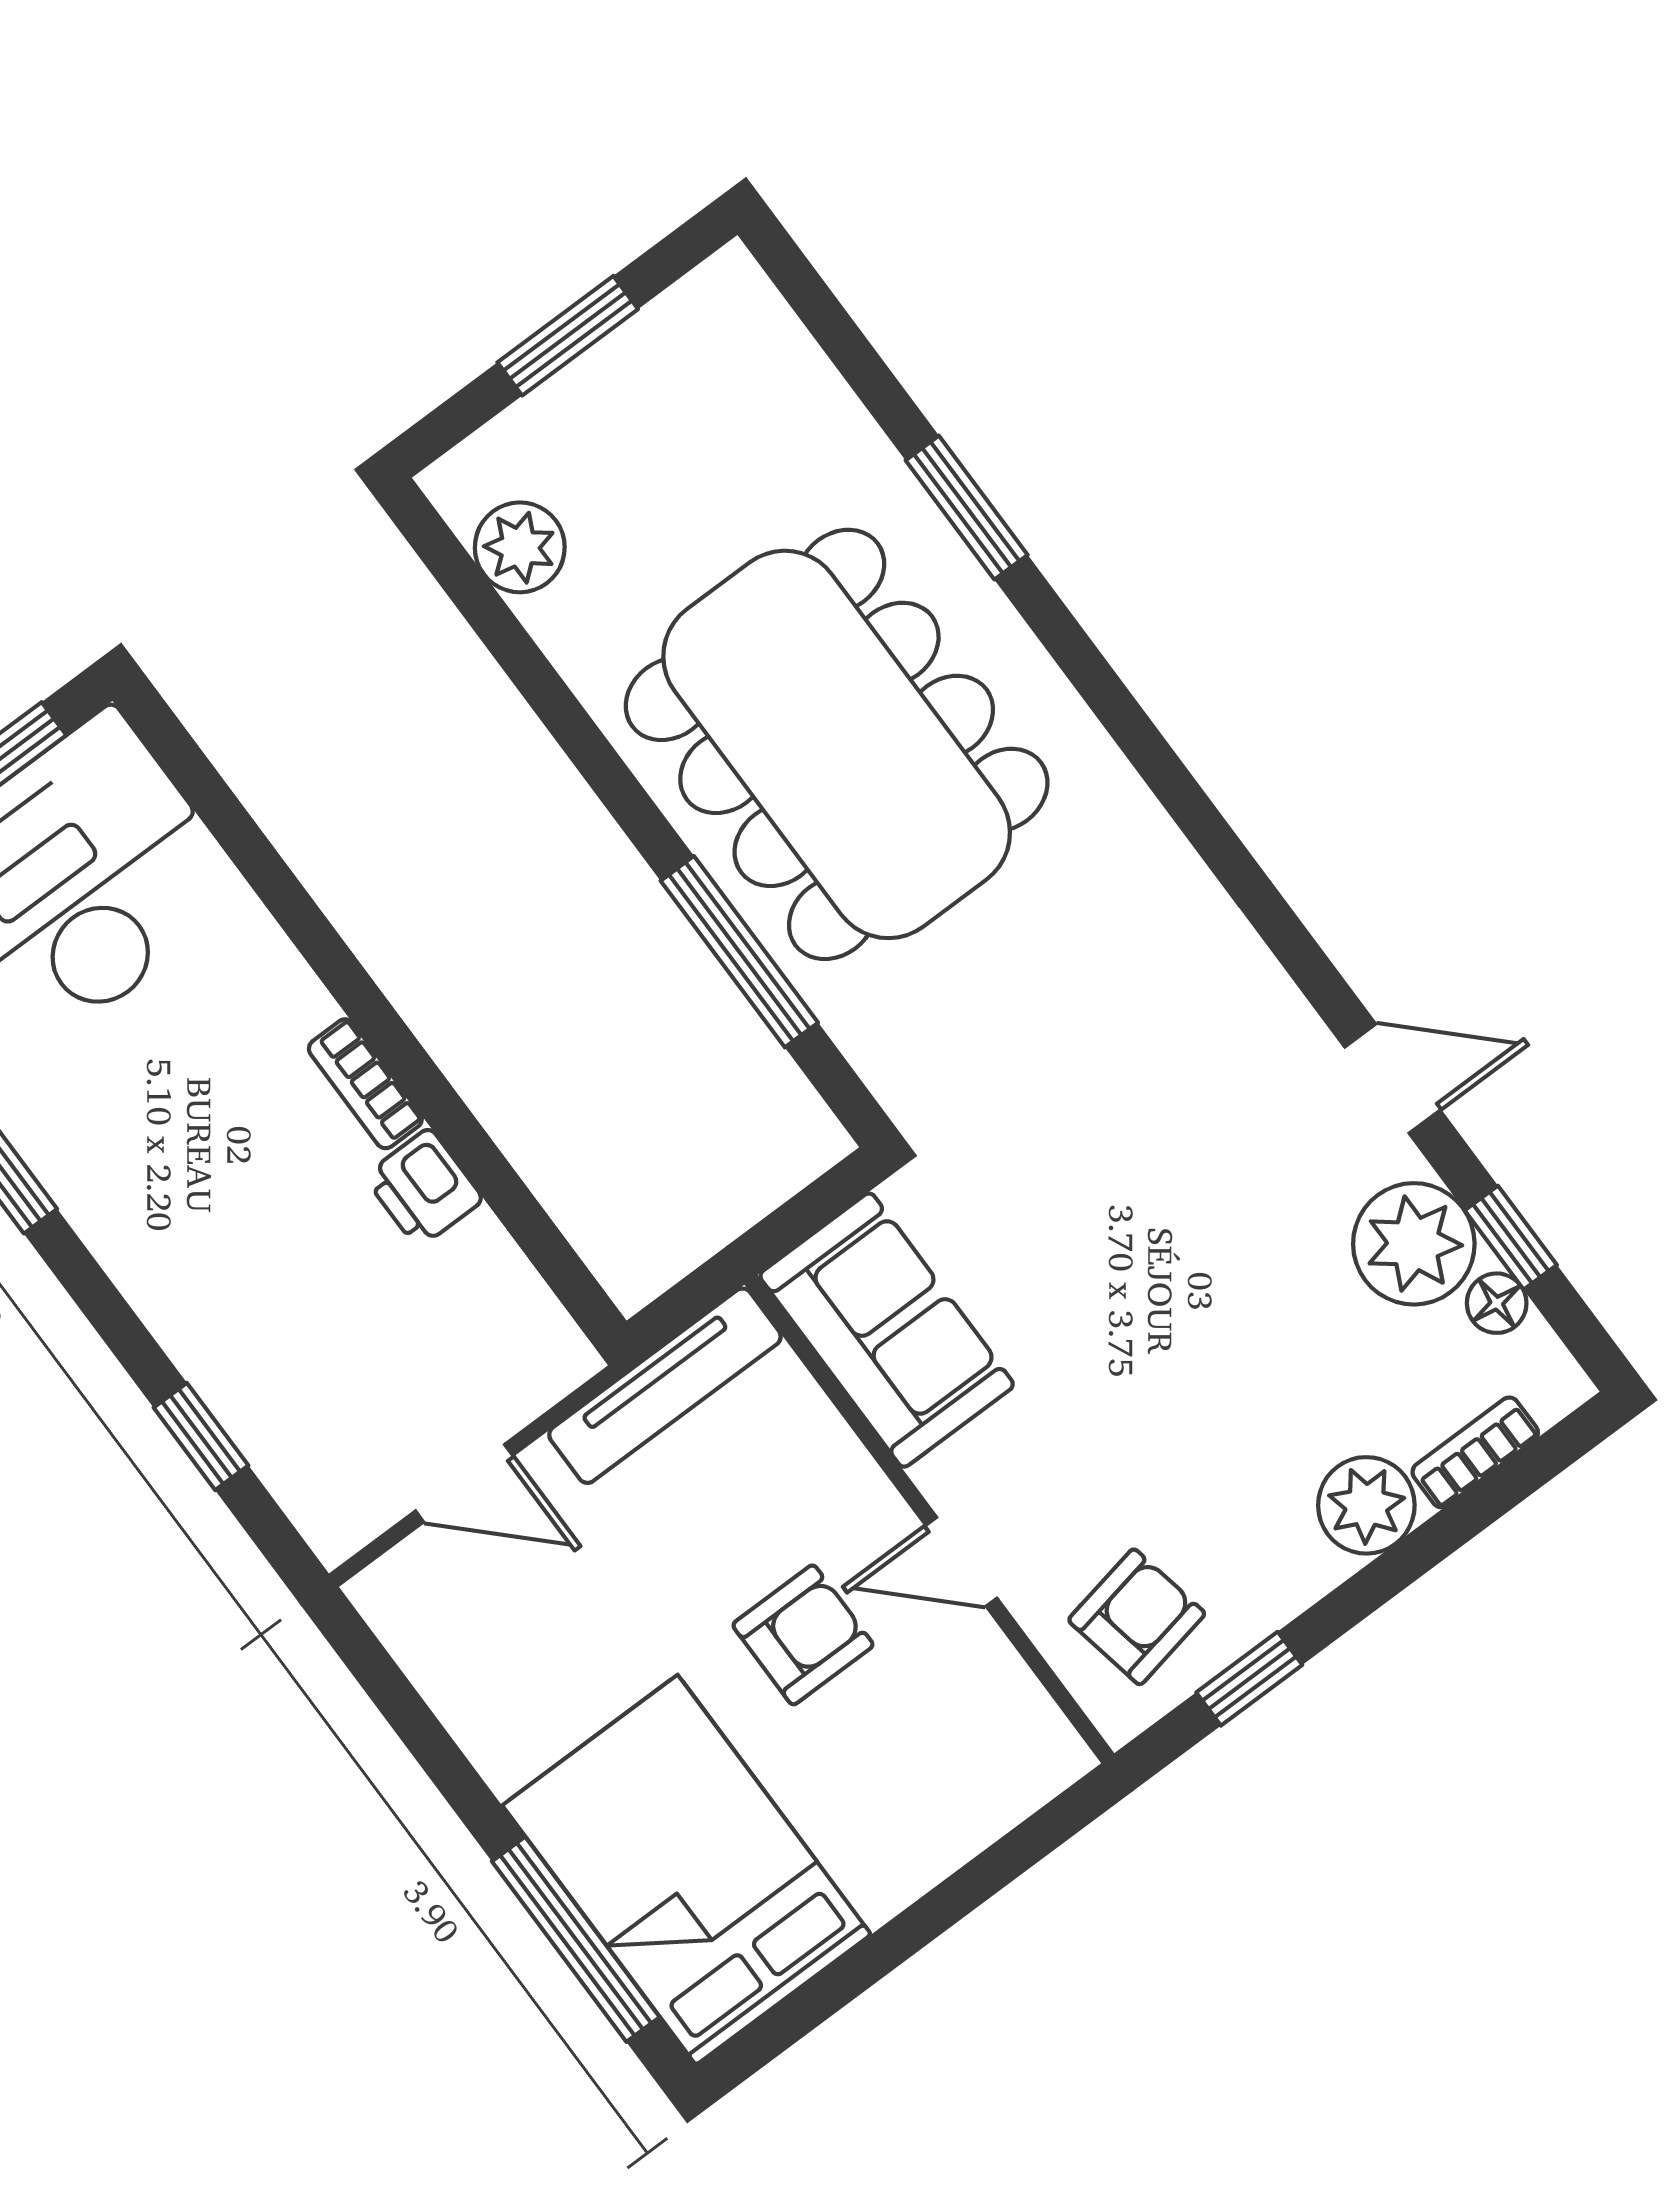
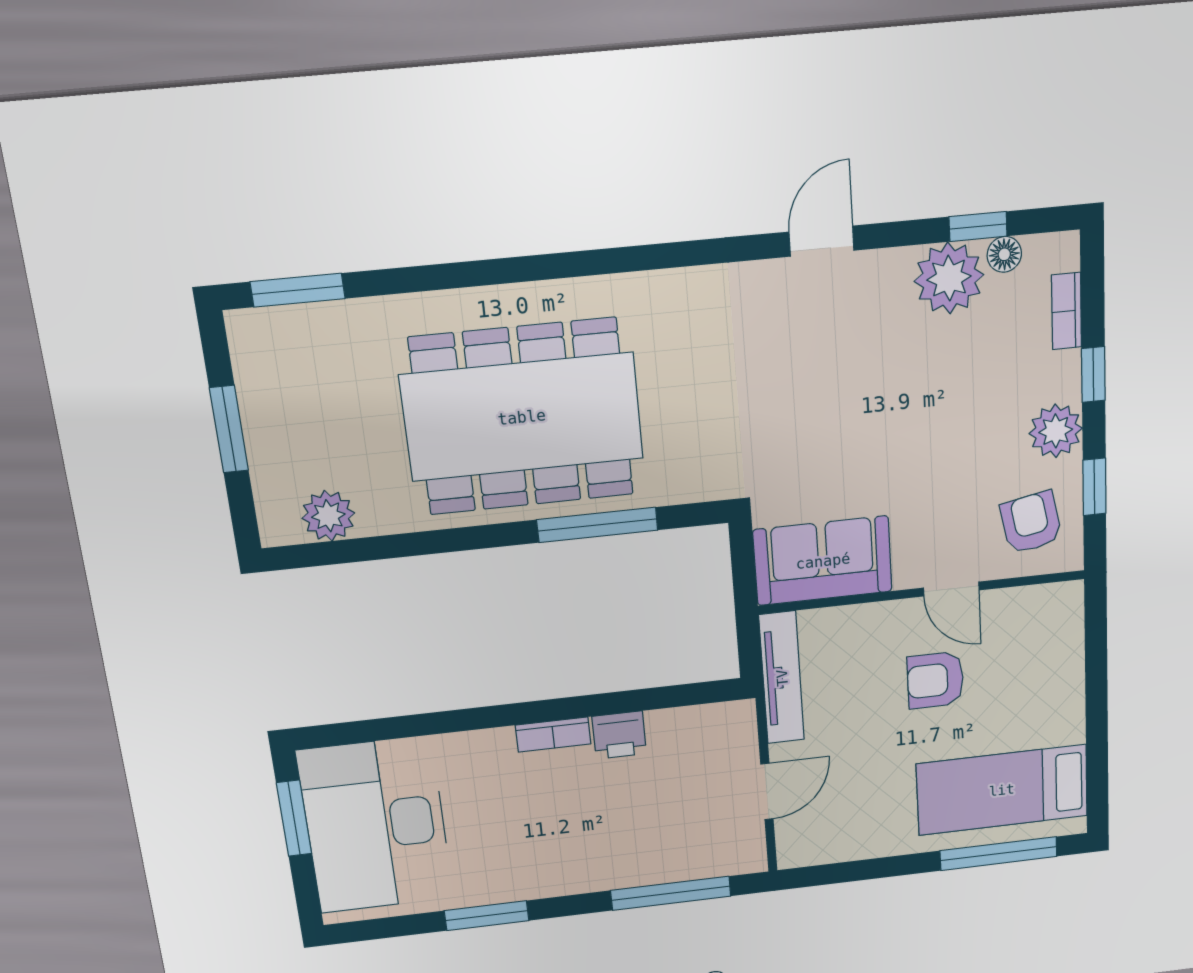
window: (967, 508) -> (298, 290), moved
door: (1392, 1079) -> (822, 241), moved
window: (201, 1437) -> (671, 893), width x2.17
plant: (1366, 1505) -> (1056, 431), moved
window: (1411, 1558) -> (1093, 374), added
door: (961, 1562) -> (951, 589), hinge flipped
armchair: (803, 1635) -> (935, 680), turned -90
bed: (687, 1870) -> (1002, 790), width x0.67

